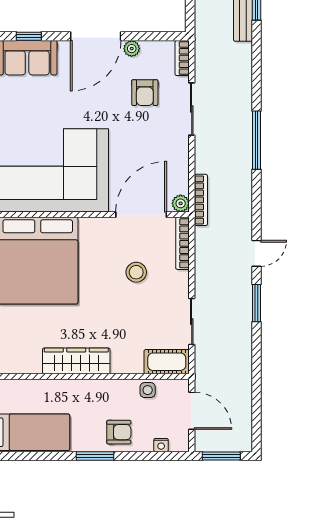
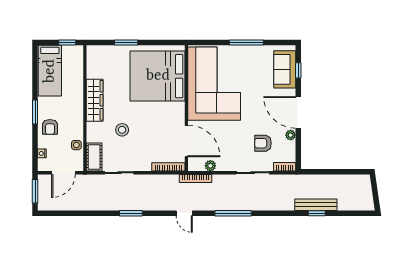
plant: (181, 203) -> (210, 166), moved
door: (257, 253) -> (184, 213), moved
stool: (136, 272) -> (122, 130), moved

